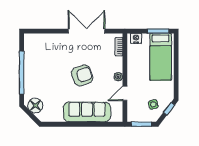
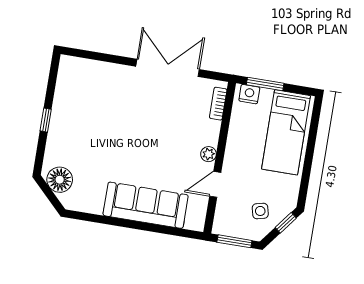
window: (158, 31) -> (265, 84), moved
window: (22, 73) -> (46, 120), width x0.32
armchair: (82, 75) -> (148, 142), removed

